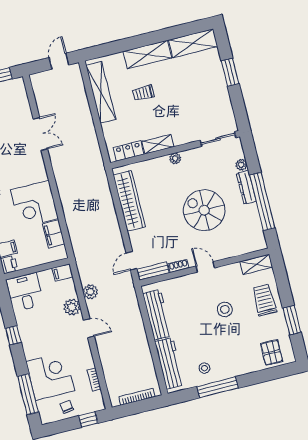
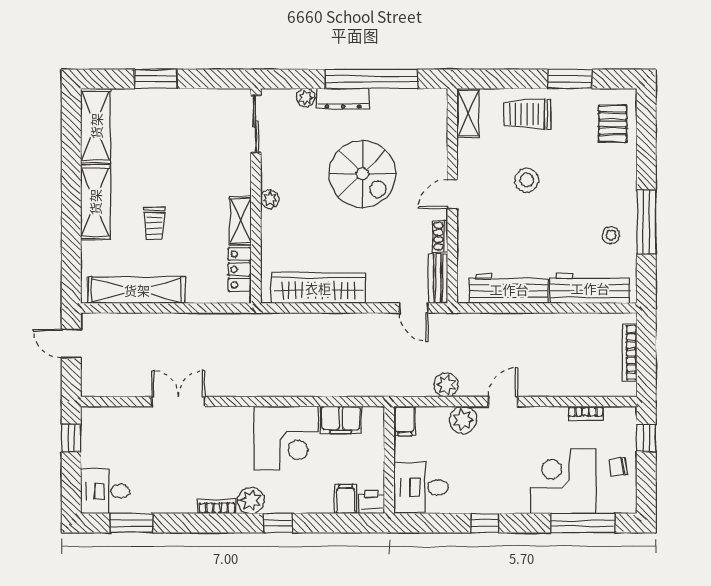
spiral stairs: (204, 210) -> (362, 174), turned -90
pallet: (271, 352) -> (613, 124), turned 90

